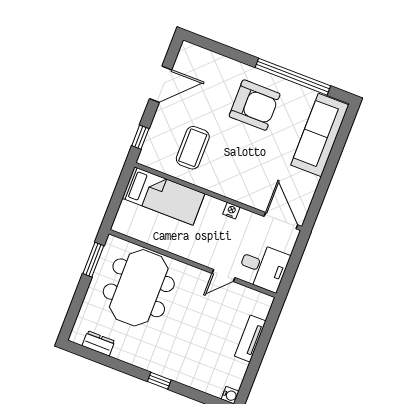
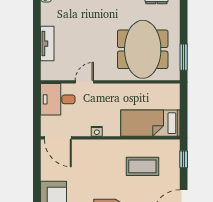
coffee table: (193, 148) -> (142, 166), turned 90

